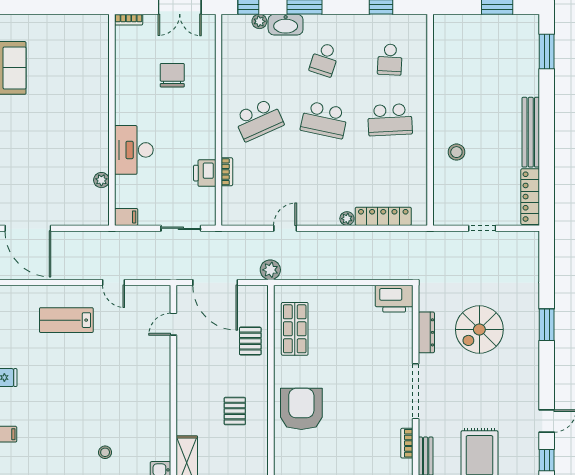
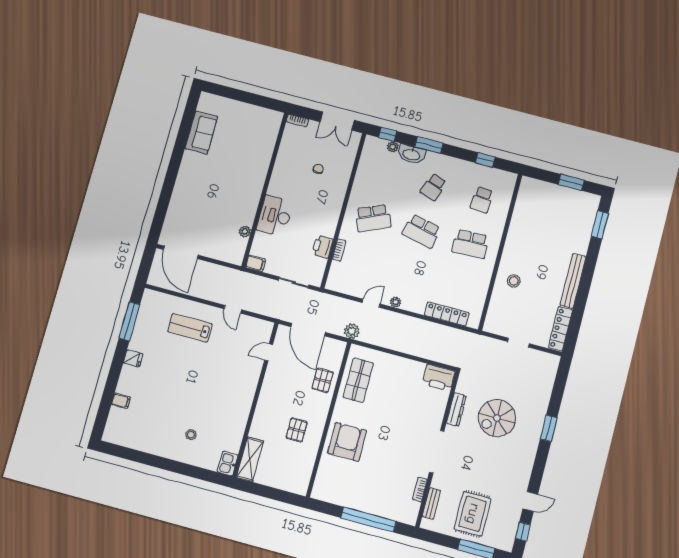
chair: (172, 75) -> (318, 169), width x0.54, depth x0.54
plant: (347, 219) -> (396, 302), moved

